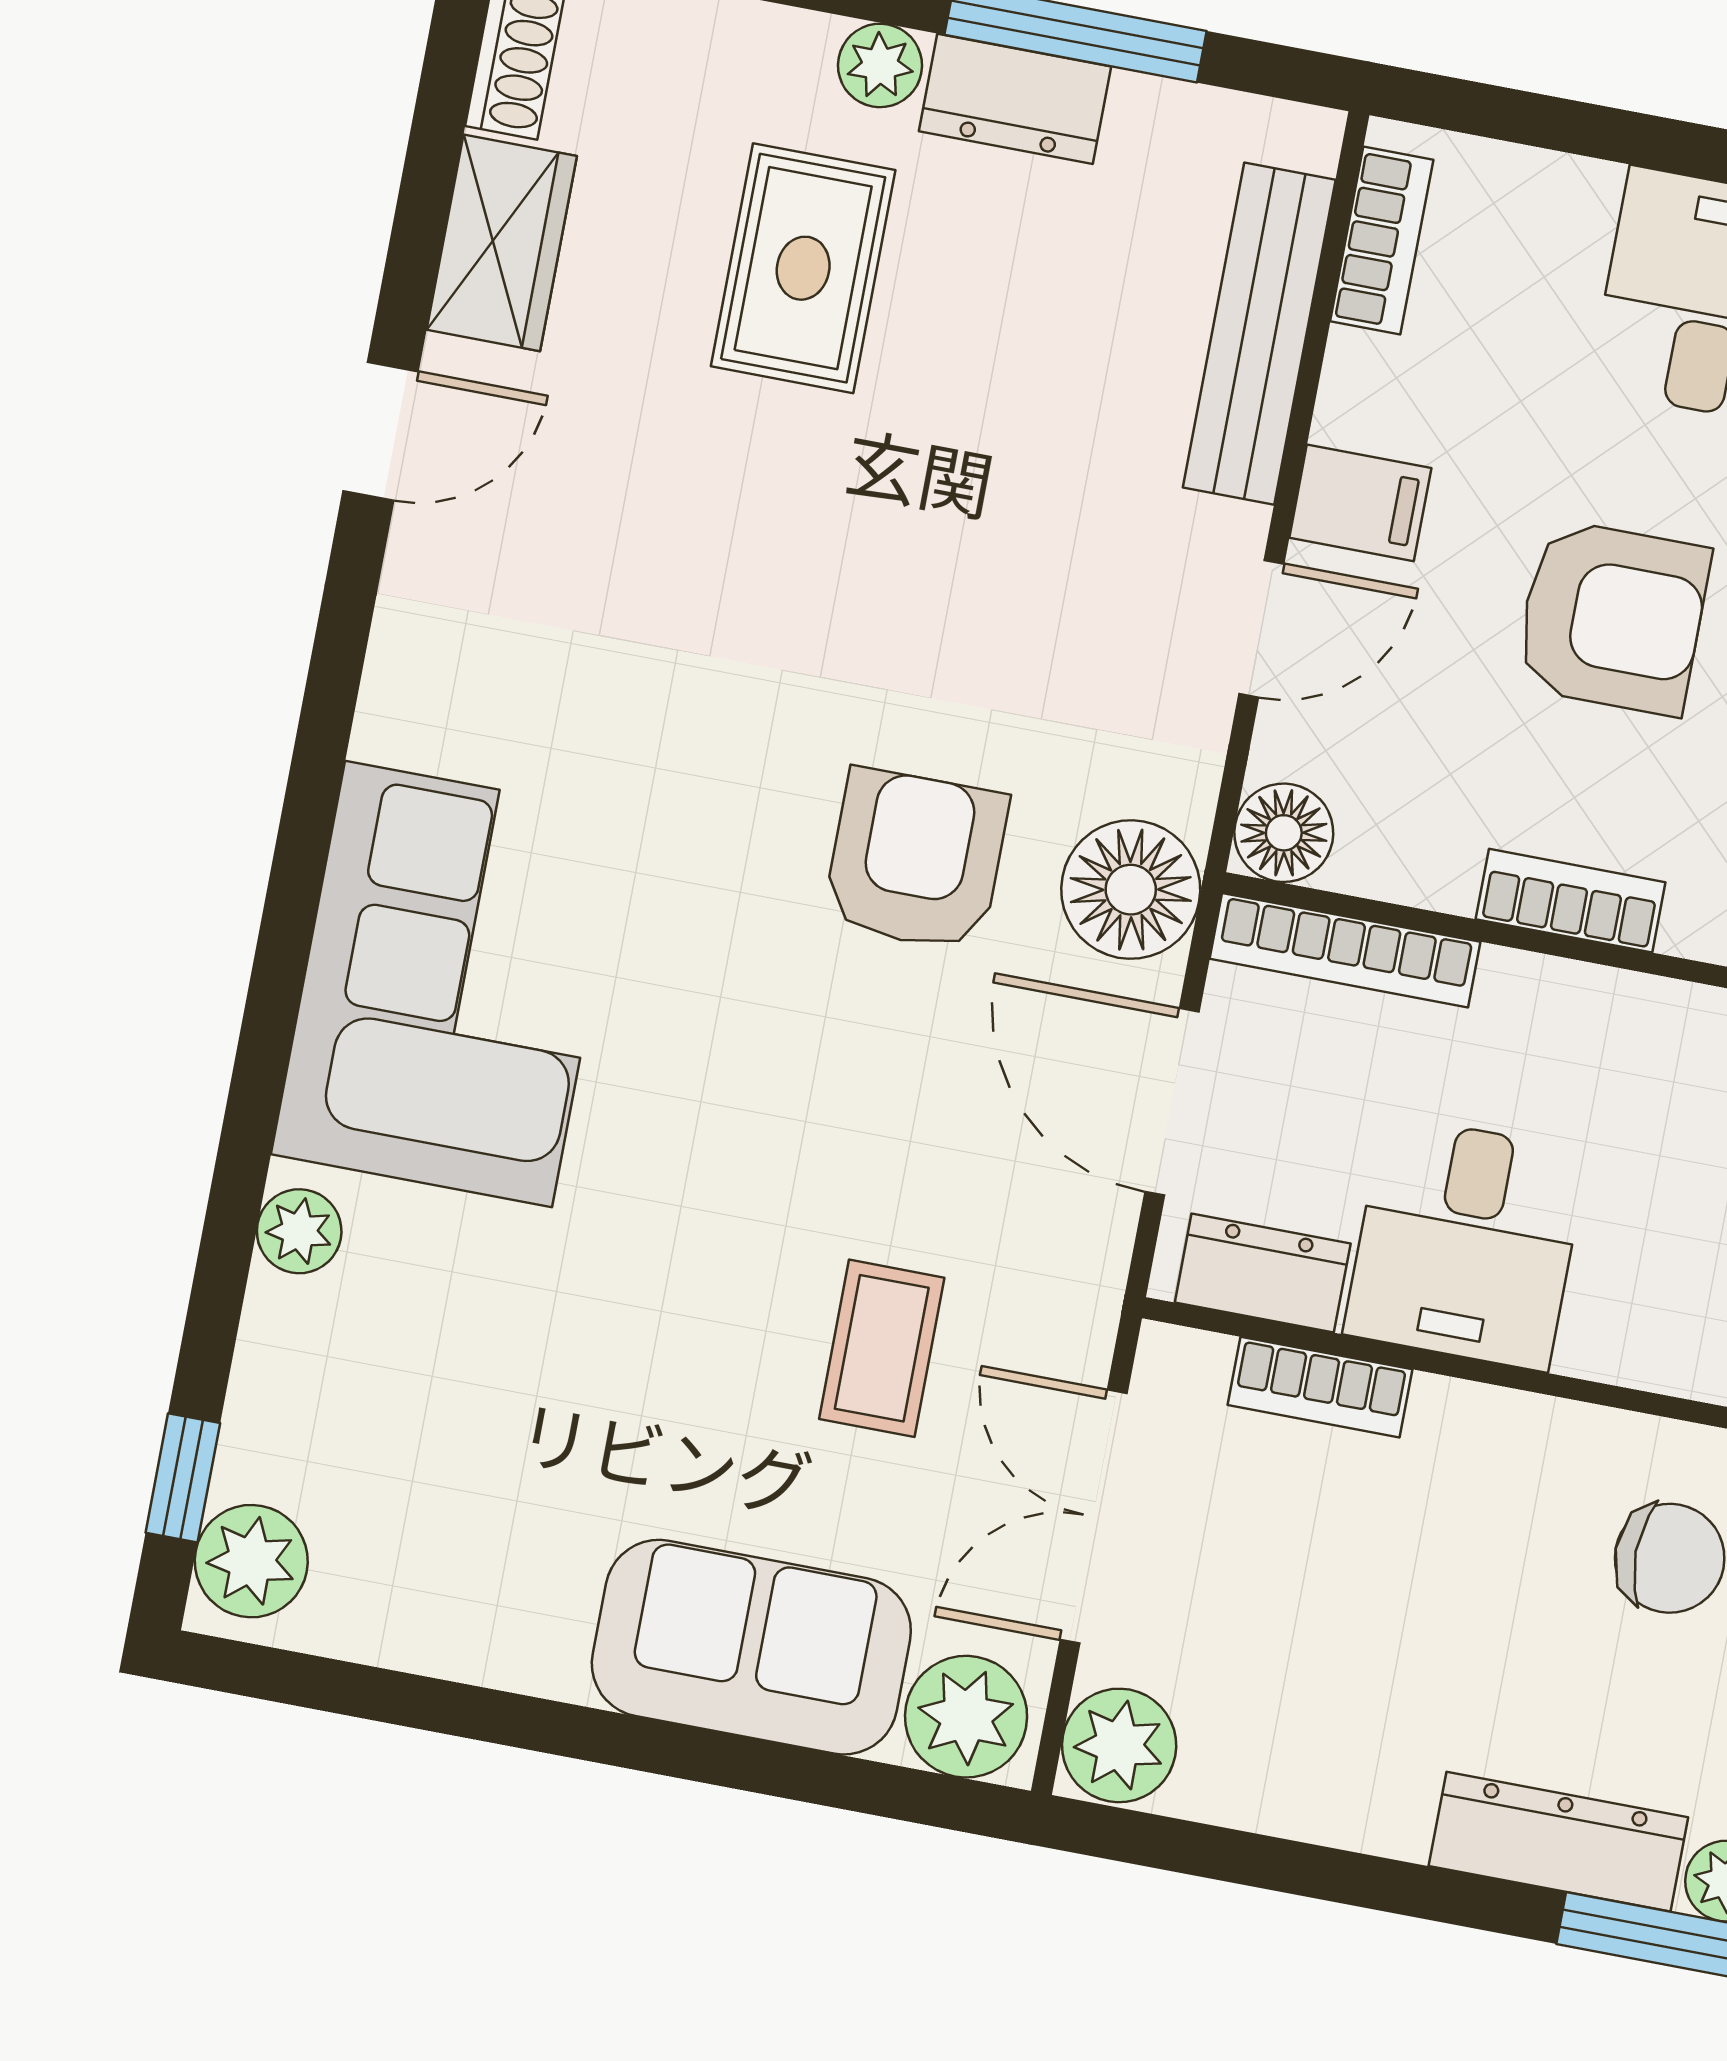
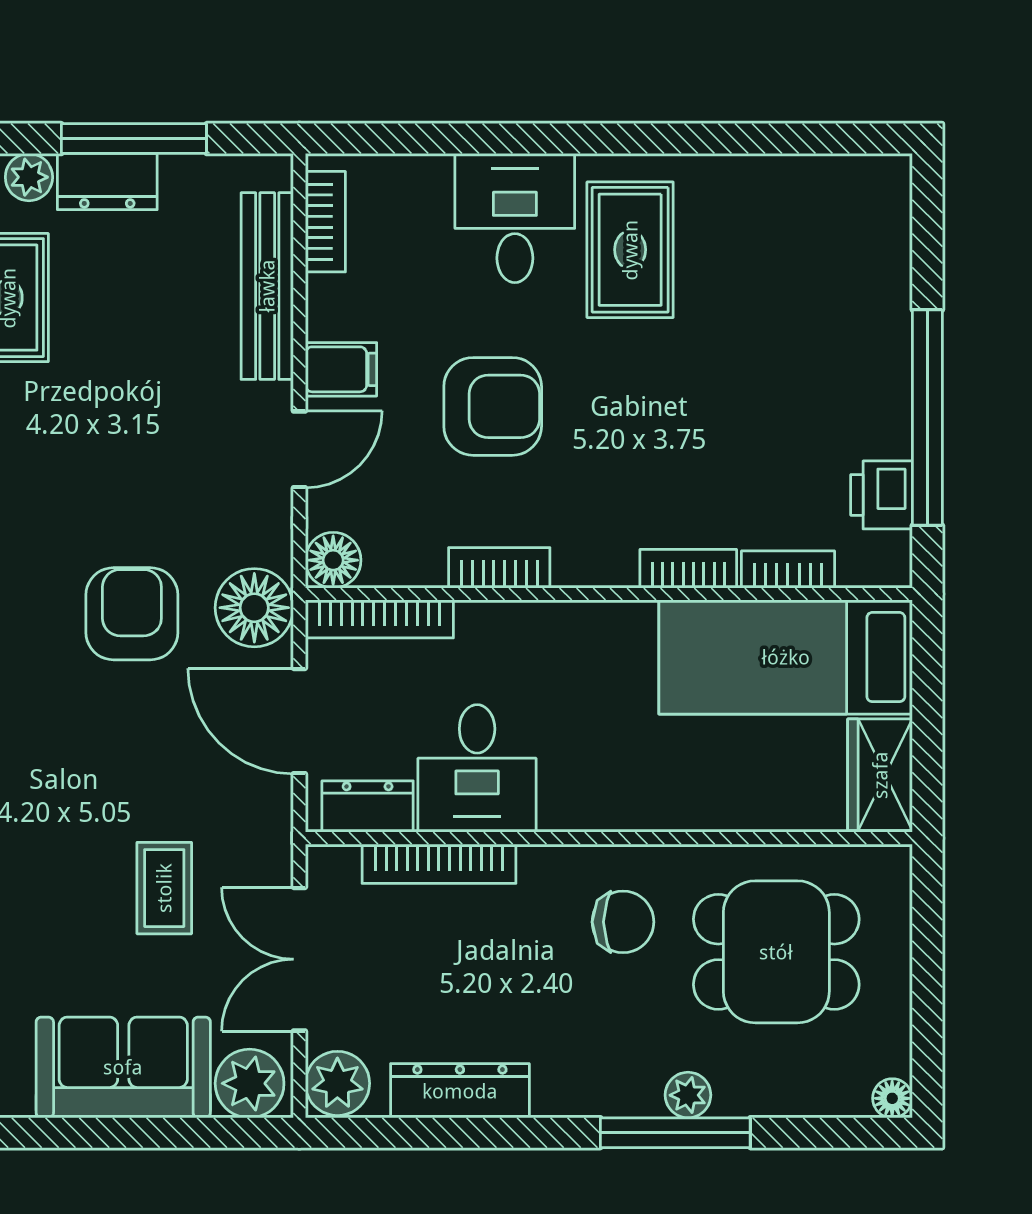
bookcase: (1320, 1387) -> (439, 864), width x1.56
dresser: (1558, 1842) -> (460, 1091), moved

